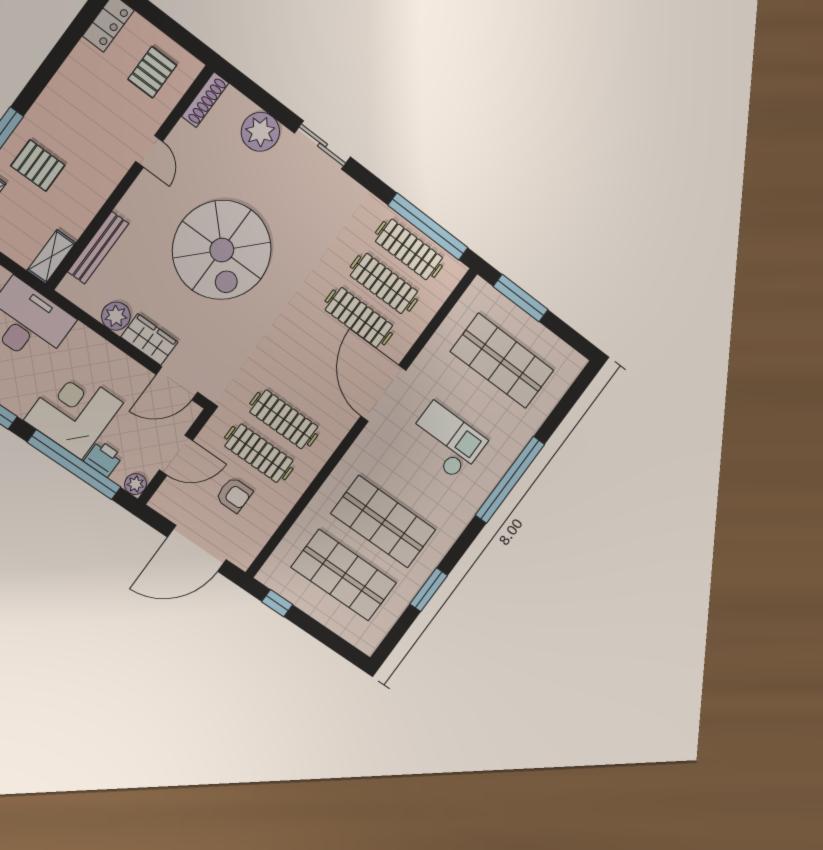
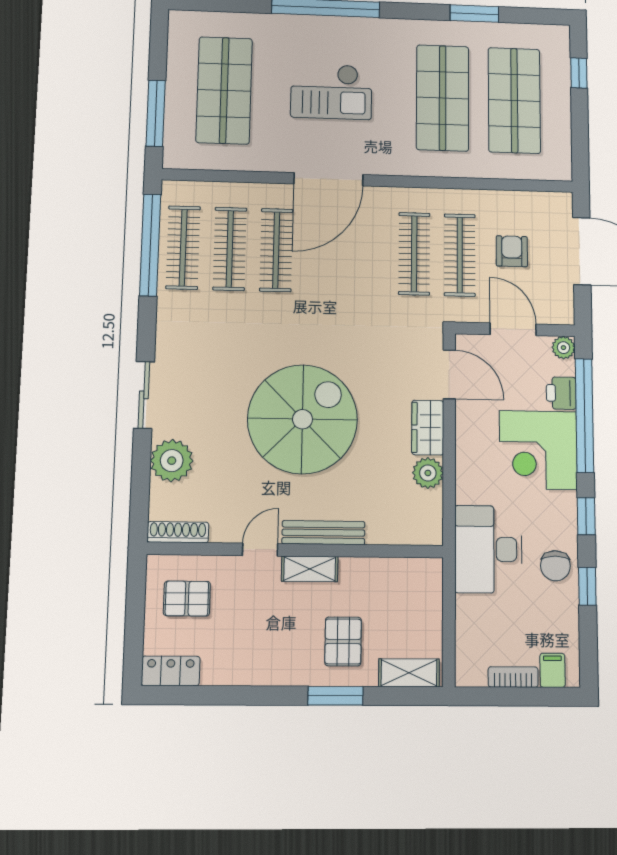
bench: (98, 248) -> (323, 533), moved
shelving: (51, 257) -> (310, 569), moved
checkout: (446, 441) -> (331, 91), turned -90
window: (277, 603) -> (579, 73), moved

